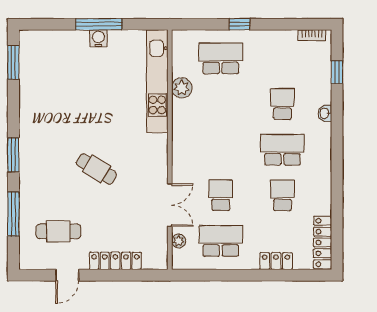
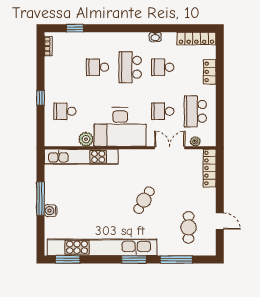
water cooler: (98, 38) -> (51, 211), moved
school desk: (221, 58) -> (65, 111), width x0.54
kitchen unit: (30, 111) -> (102, 247), added
washbasin: (325, 113) -> (155, 37), moved
desk: (199, 136) -> (120, 127), added
locker: (115, 261) -> (210, 168), moved

